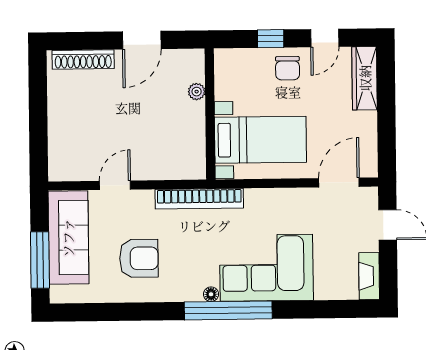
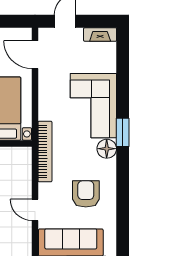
floor lamp: (211, 294) -> (107, 149), width x1.89, depth x1.89
window: (228, 310) -> (123, 132), width x0.47

